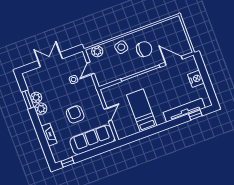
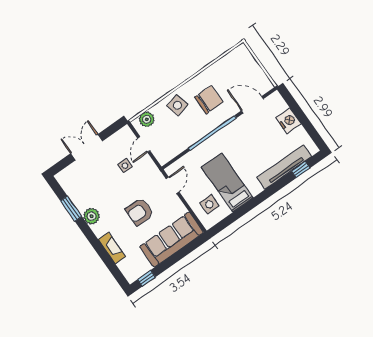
plant: (36, 98) -> (81, 203), removed
armchair: (75, 114) -> (140, 212), turned -89
door: (108, 115) -> (173, 185), moved
side table: (125, 122) -> (209, 204), added

